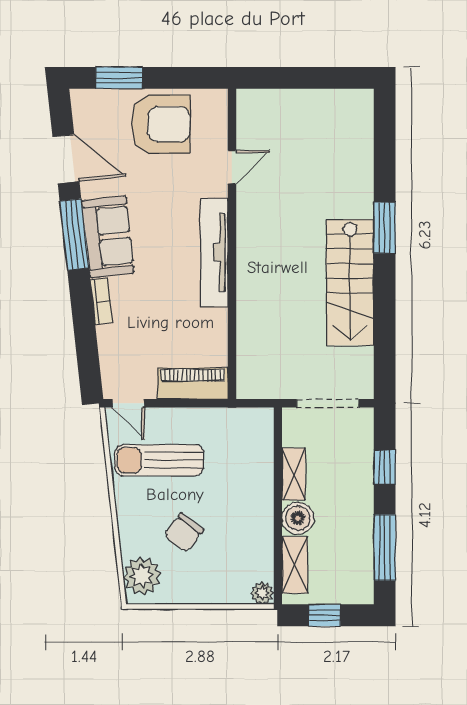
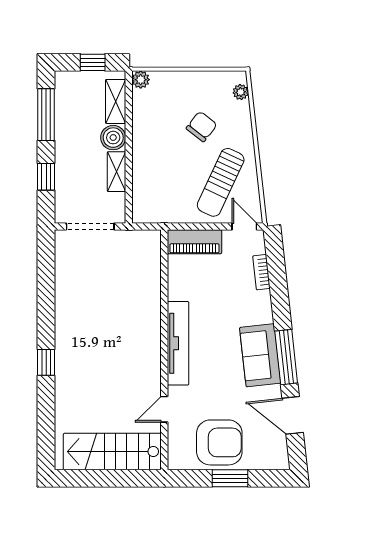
window: (119, 78) -> (230, 478), moved
armchair: (161, 124) -> (219, 442), turned 180
window: (385, 228) -> (46, 362), width x0.67
stairs: (350, 282) -> (112, 452), moved, turned -90
bookcase: (101, 301) -> (262, 272), moved
sun lounger: (159, 460) -> (221, 182), turned 115
plant: (142, 576) -> (241, 92), width x0.53, depth x0.53

